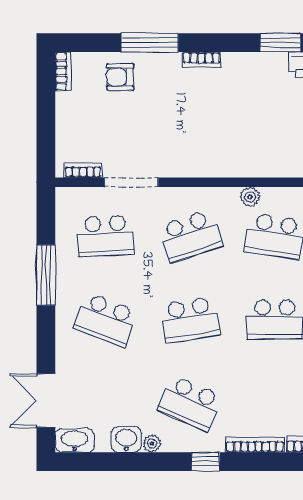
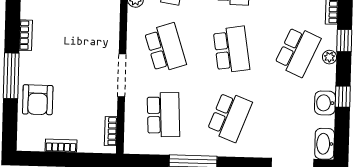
bookcase: (63, 72) -> (61, 146), moved
armchair: (120, 77) -> (38, 100), width x1.38, depth x1.38
doorway: (131, 182) -> (122, 75), moved
plant: (152, 444) -> (329, 57), moved
window: (135, 462) -> (343, 97), added

